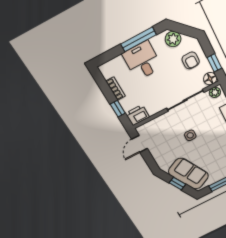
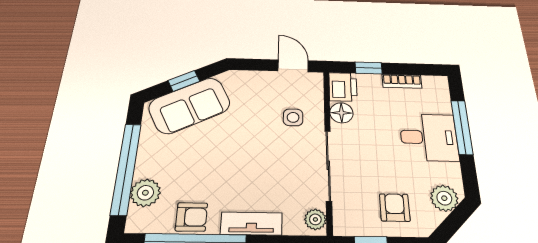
window: (139, 39) -> (462, 127), moved
armchair: (191, 60) -> (395, 208), turned 90
floor lamp: (210, 79) -> (341, 113), moved
side table: (190, 135) -> (293, 117), moved

